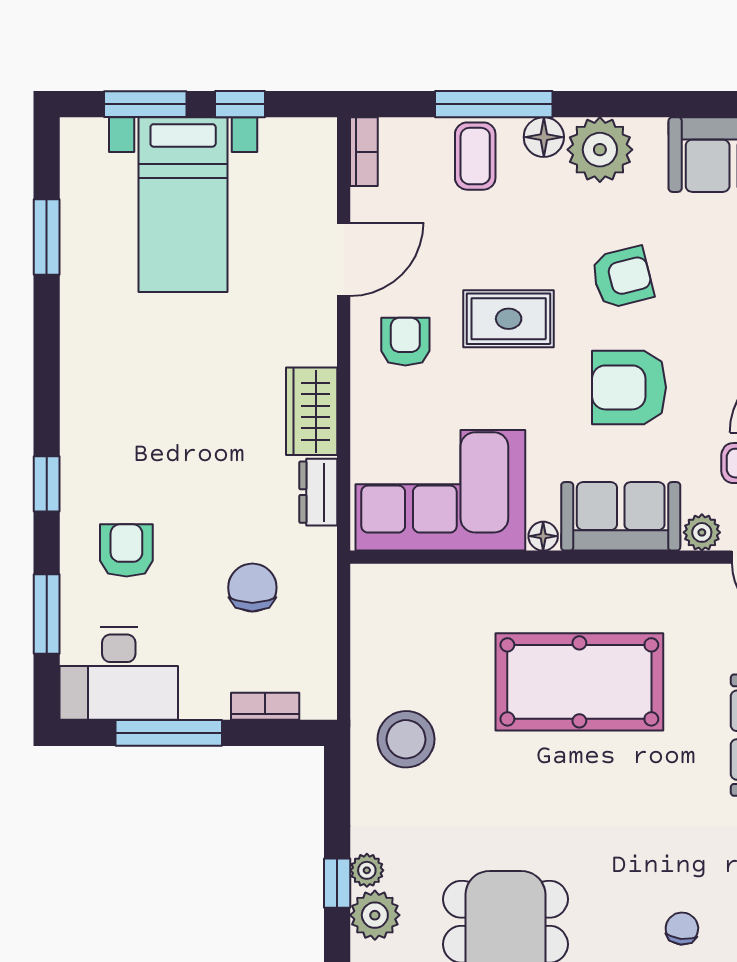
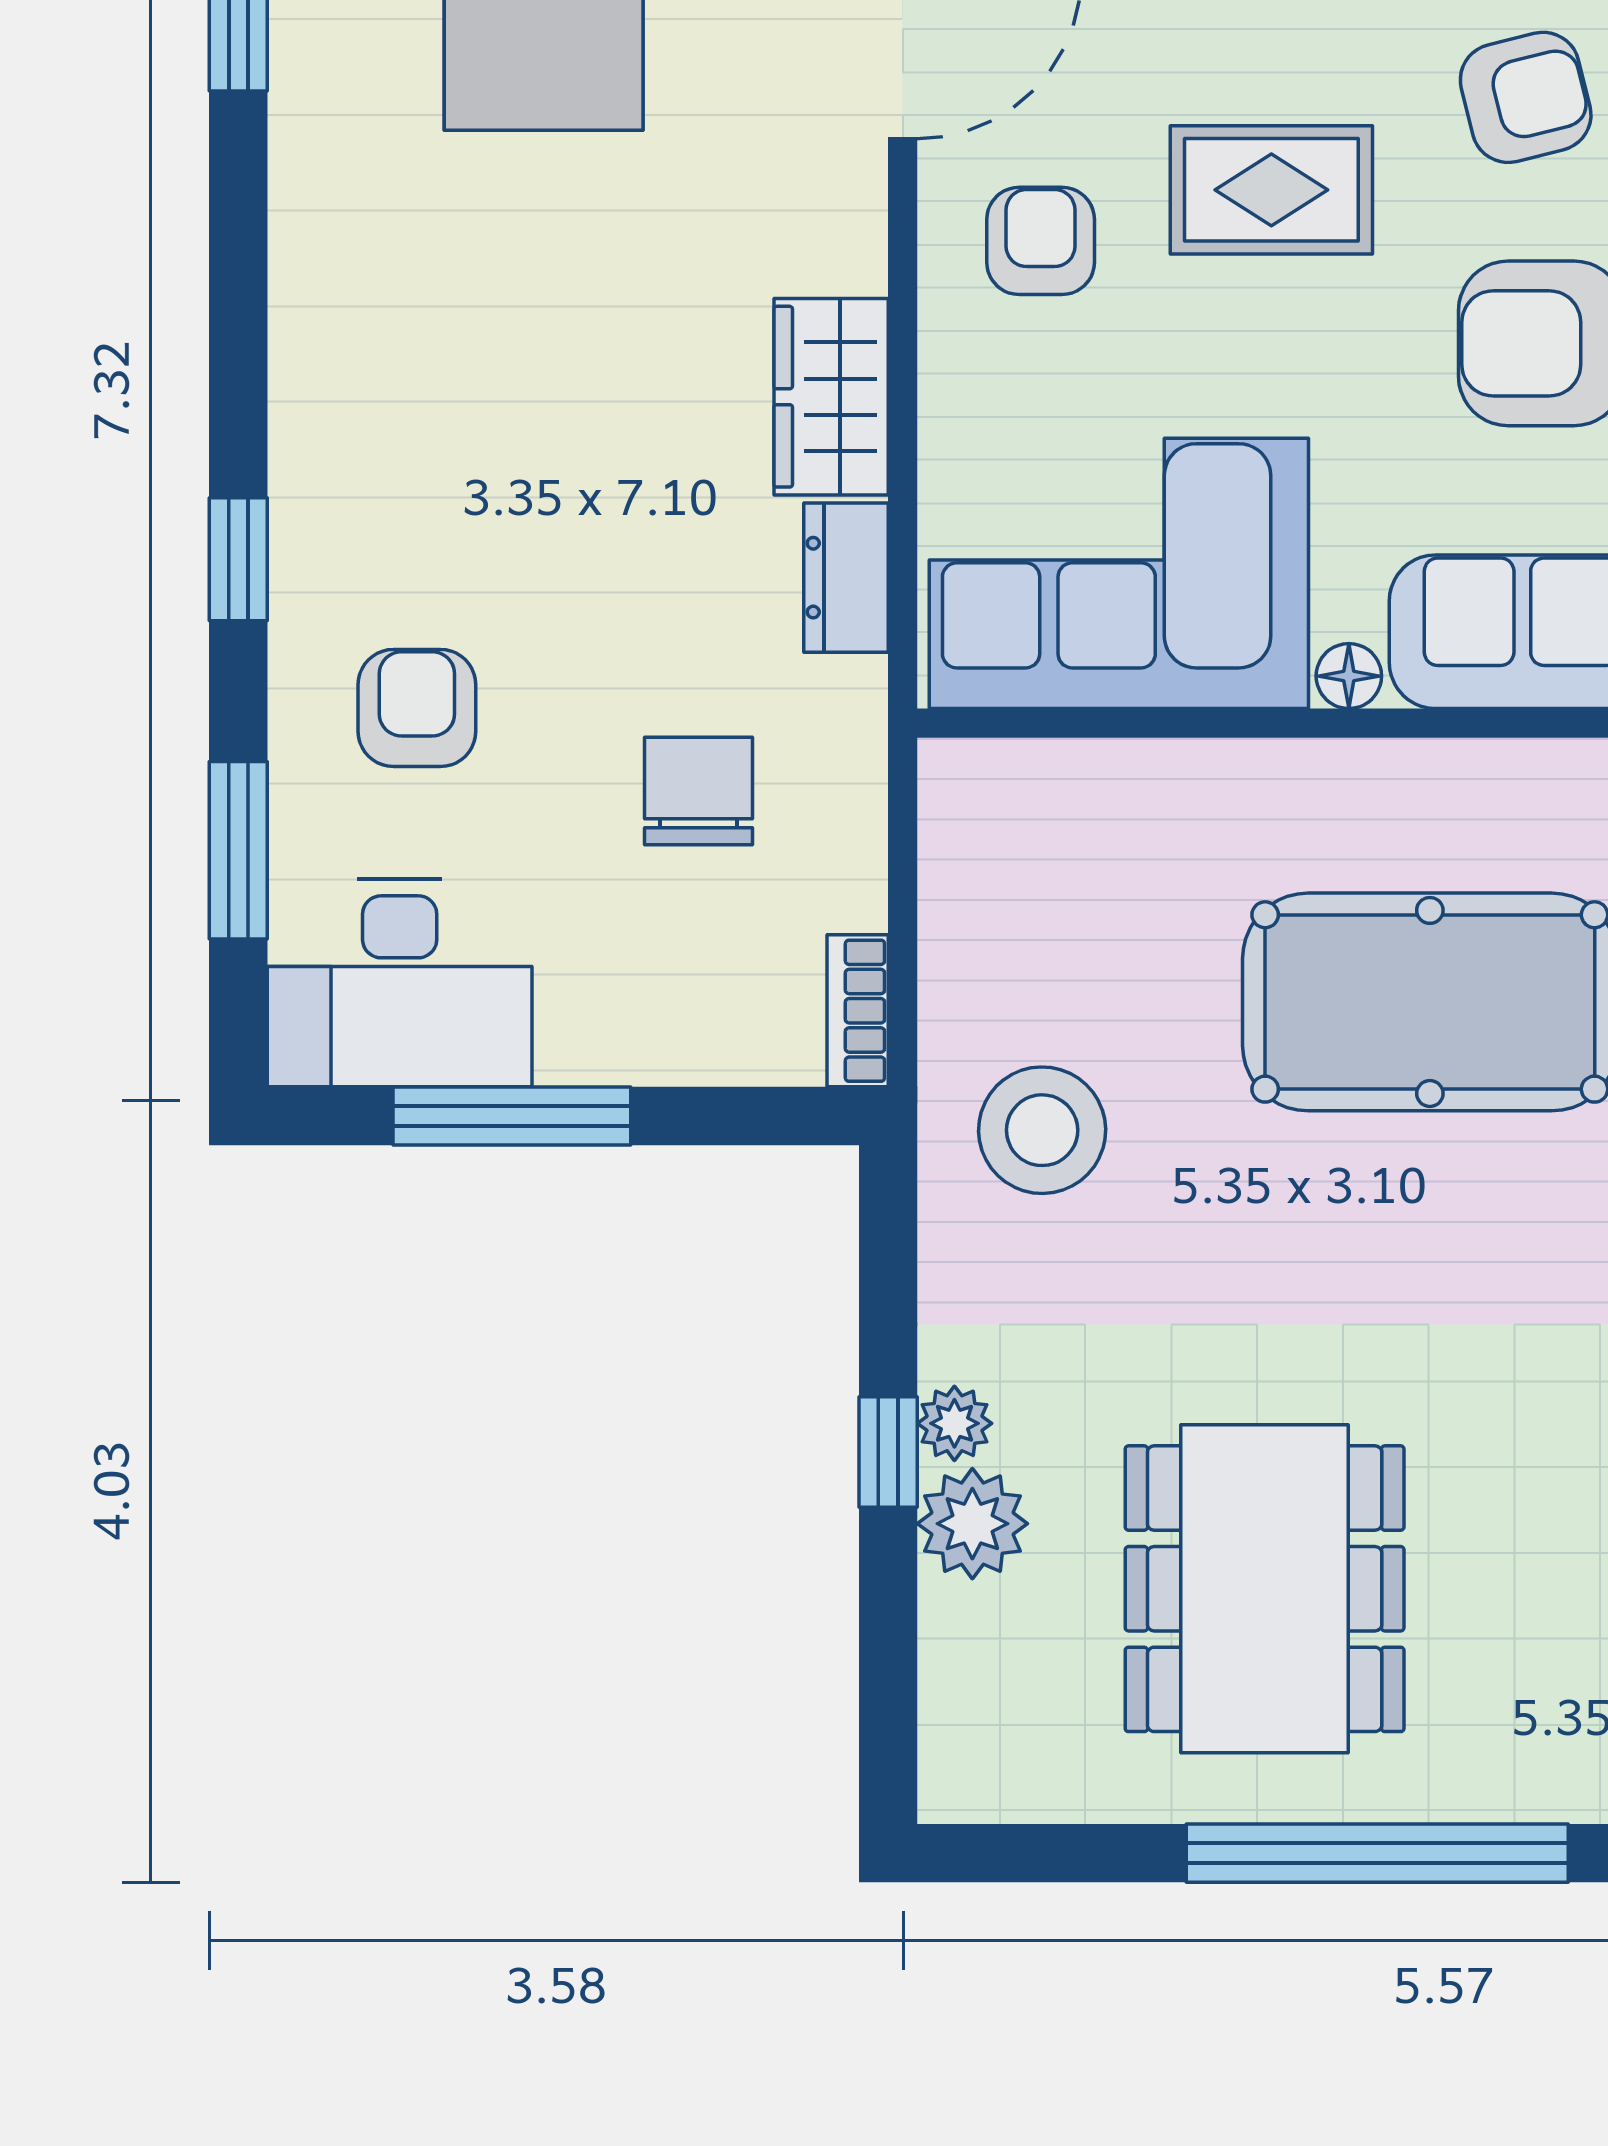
bookcase: (265, 706) -> (858, 1011), moved, turned -90

